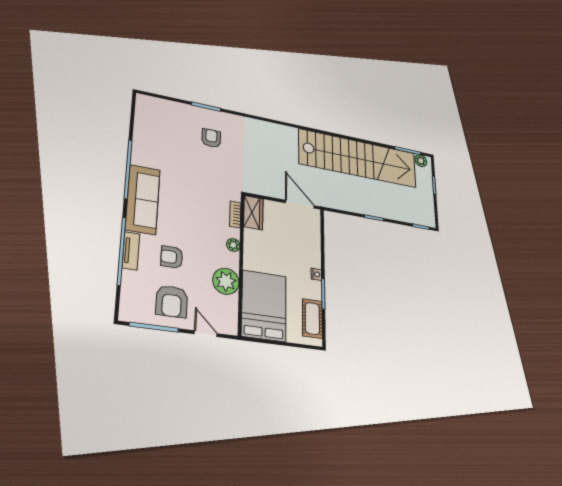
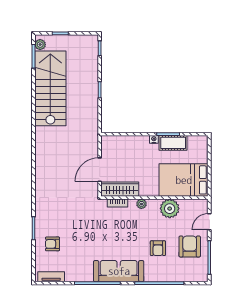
armchair: (211, 138) -> (52, 244), moved
stairs: (358, 158) -> (50, 88), width x0.73
door: (300, 204) -> (100, 170), moved
wardrobe: (253, 213) -> (120, 189), width x1.50
tv unit: (131, 251) -> (51, 277), moved
armchair: (172, 301) -> (190, 246), turned -90
cot: (312, 319) -> (173, 143), moved

